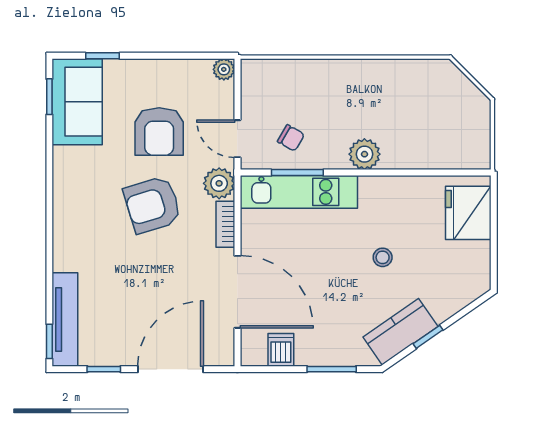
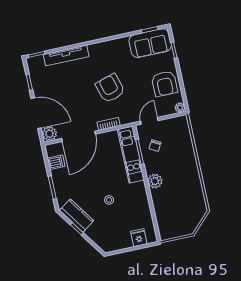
armchair: (159, 132) -> (164, 84), moved, turned -90
plant: (219, 183) -> (49, 134), moved
fridge: (468, 213) -> (139, 238), width x0.53, depth x0.75
tv unit: (65, 319) -> (66, 56), moved

